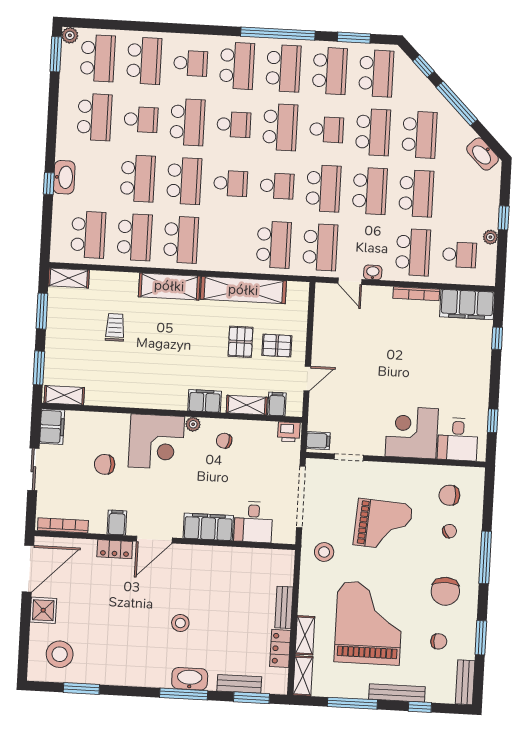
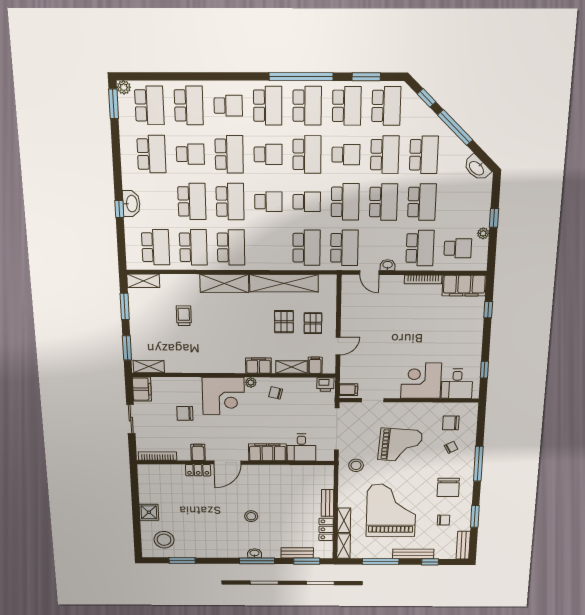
pallet: (277, 346) -> (313, 323), turned 90
door: (28, 569) -> (134, 486), removed
washbasin: (190, 679) -> (255, 553), width x0.52, depth x0.69

